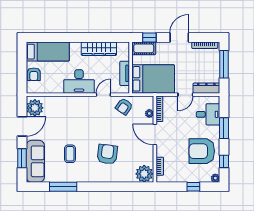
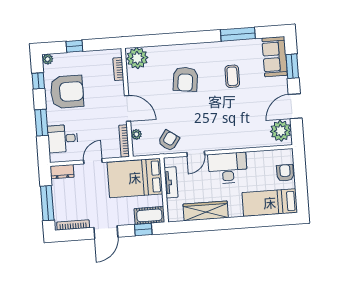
dresser: (206, 88) -> (62, 172), width x0.70
sofa: (35, 161) -> (275, 57), width x0.73

